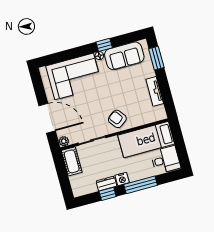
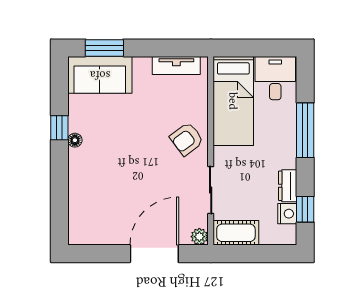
sofa: (124, 56) -> (100, 75), moved, turned 90
corner sofa: (74, 76) -> (98, 191), removed
tv unit: (155, 91) -> (176, 65), moved
nightstand: (122, 179) -> (287, 214), moved
window: (108, 194) -> (305, 209), moved

